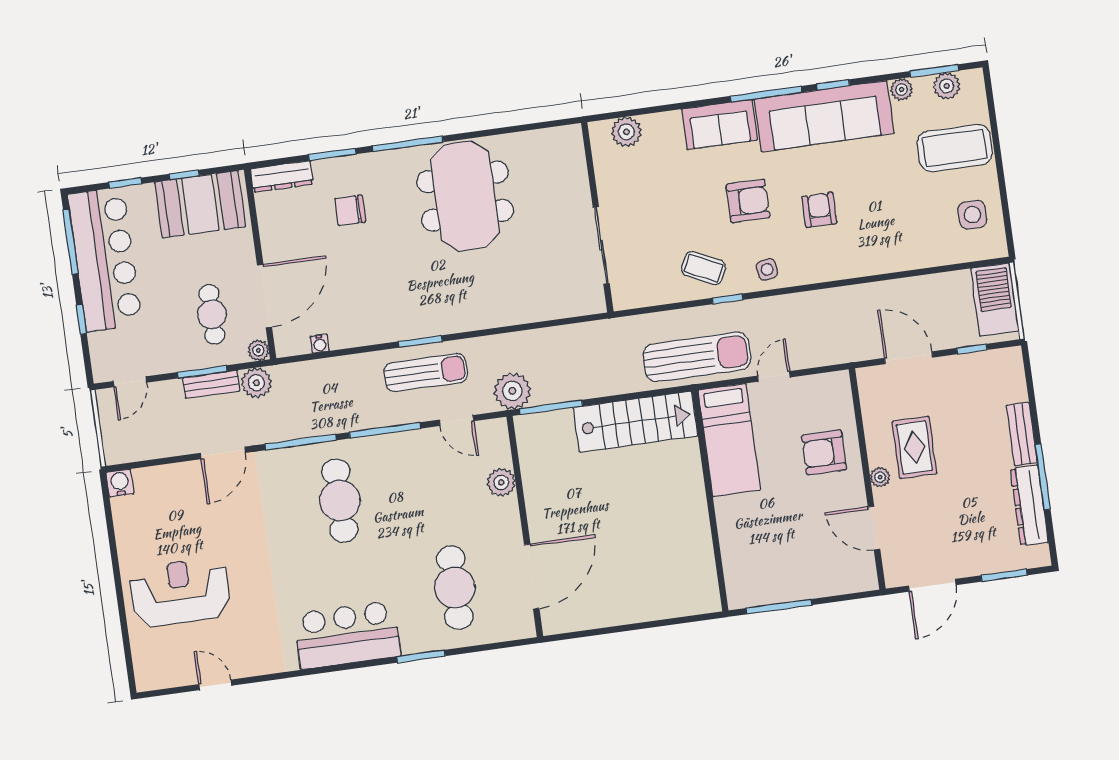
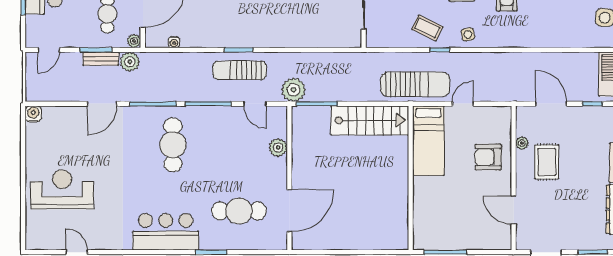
sun lounger: (426, 373) -> (240, 70), turned 180
plant: (880, 477) -> (522, 143), moved
cafe table: (455, 588) -> (239, 211), turned 90

